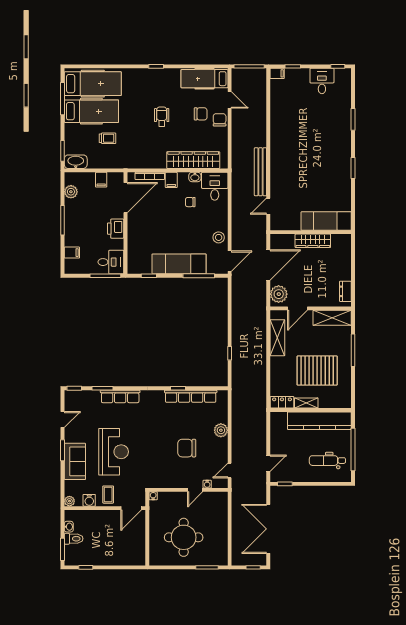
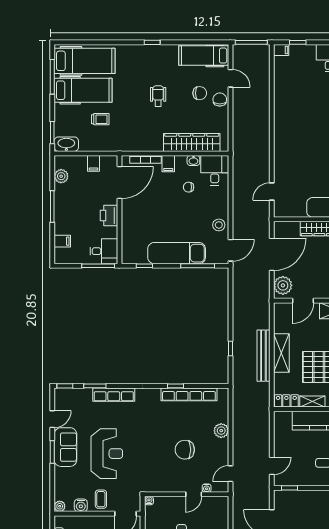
bench: (260, 172) -> (263, 356), moved
shelving: (277, 338) -> (281, 353), moved
sofa: (75, 461) -> (65, 447), moved

